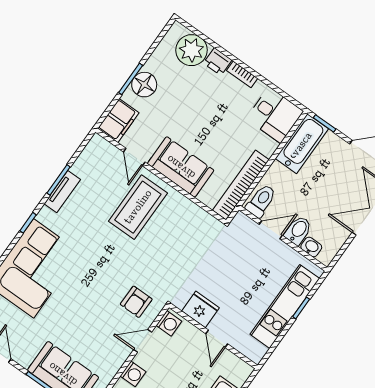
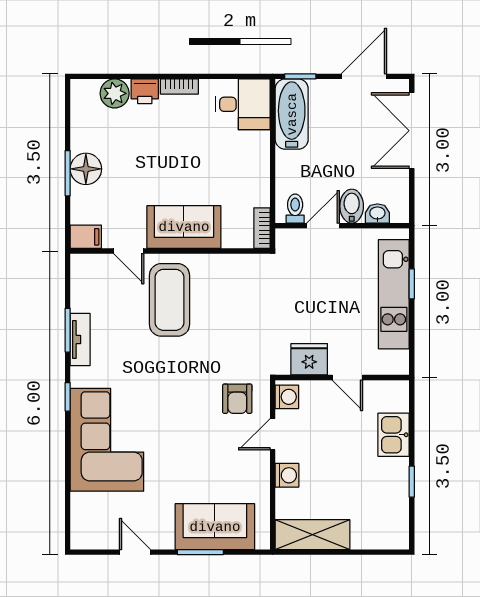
plant: (191, 50) -> (115, 93), width x0.73, depth x0.73
filing cabinet: (118, 121) -> (86, 237), width x0.50
bookcase: (241, 185) -> (262, 228), width x0.43, depth x0.76
toilet: (261, 201) -> (295, 209), width x0.73, depth x0.72

